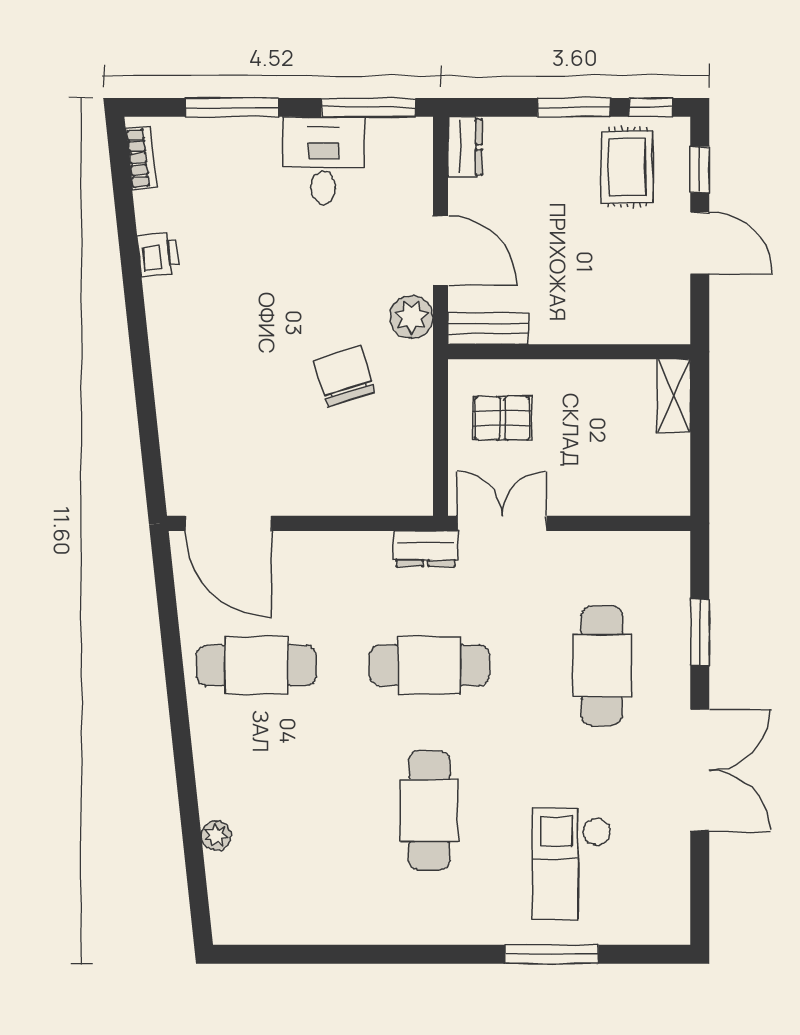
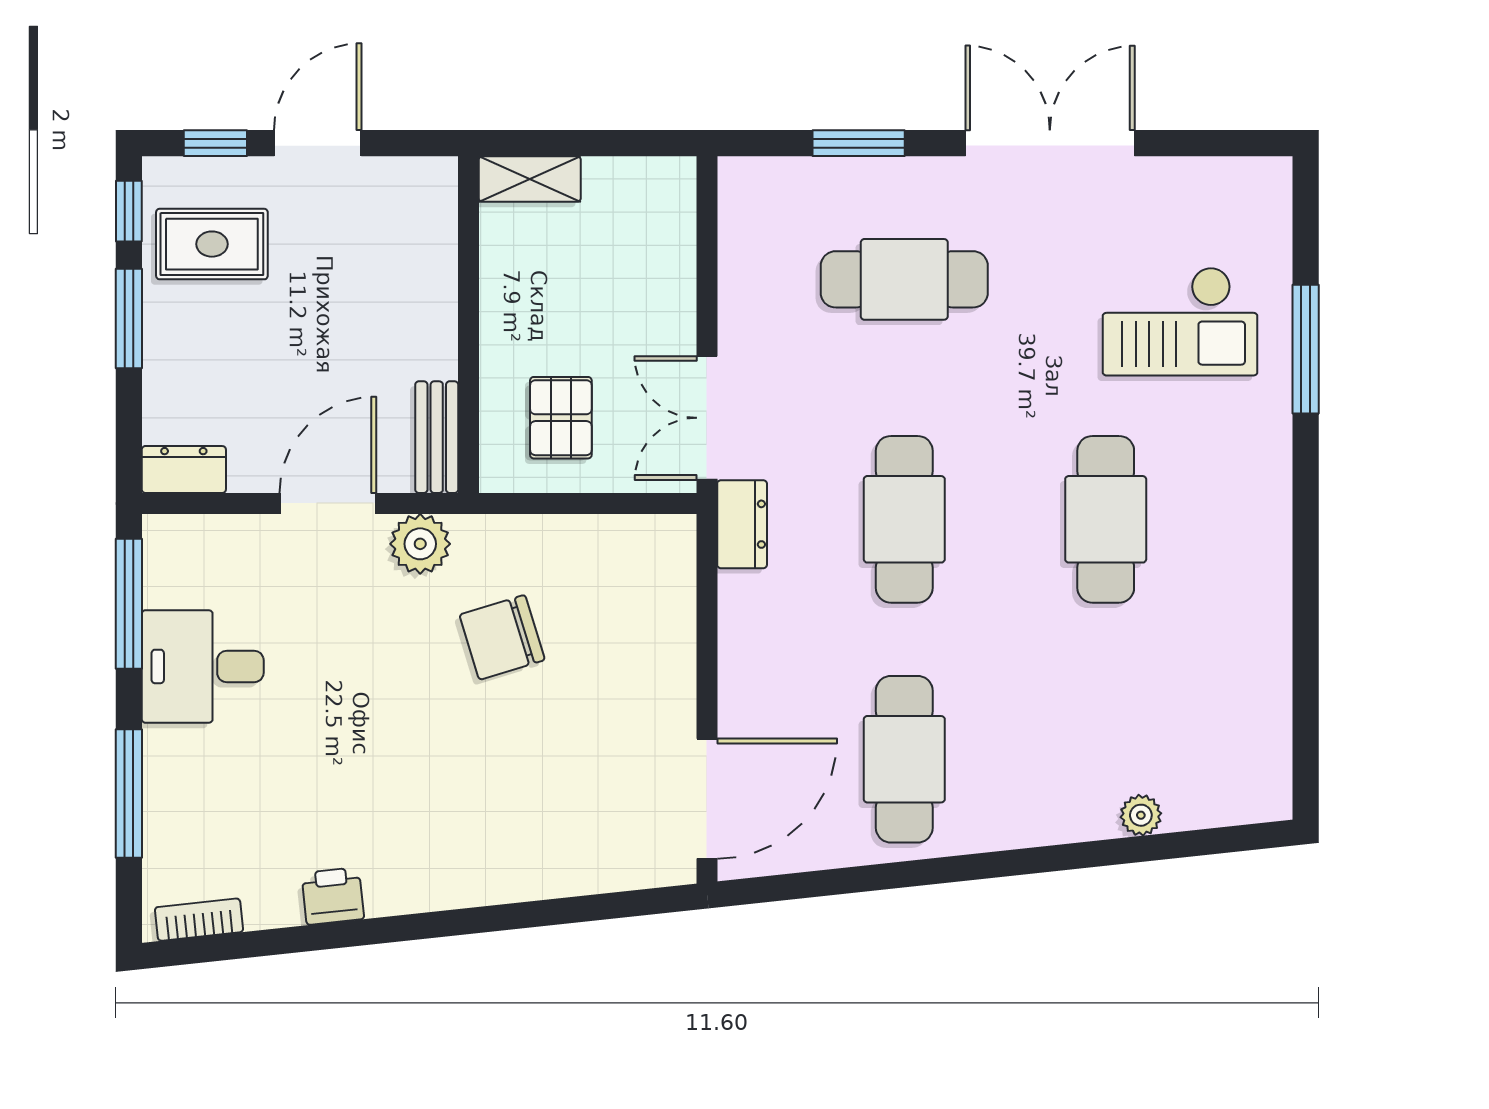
cafe table: (429, 810) -> (1106, 519), turned 90

